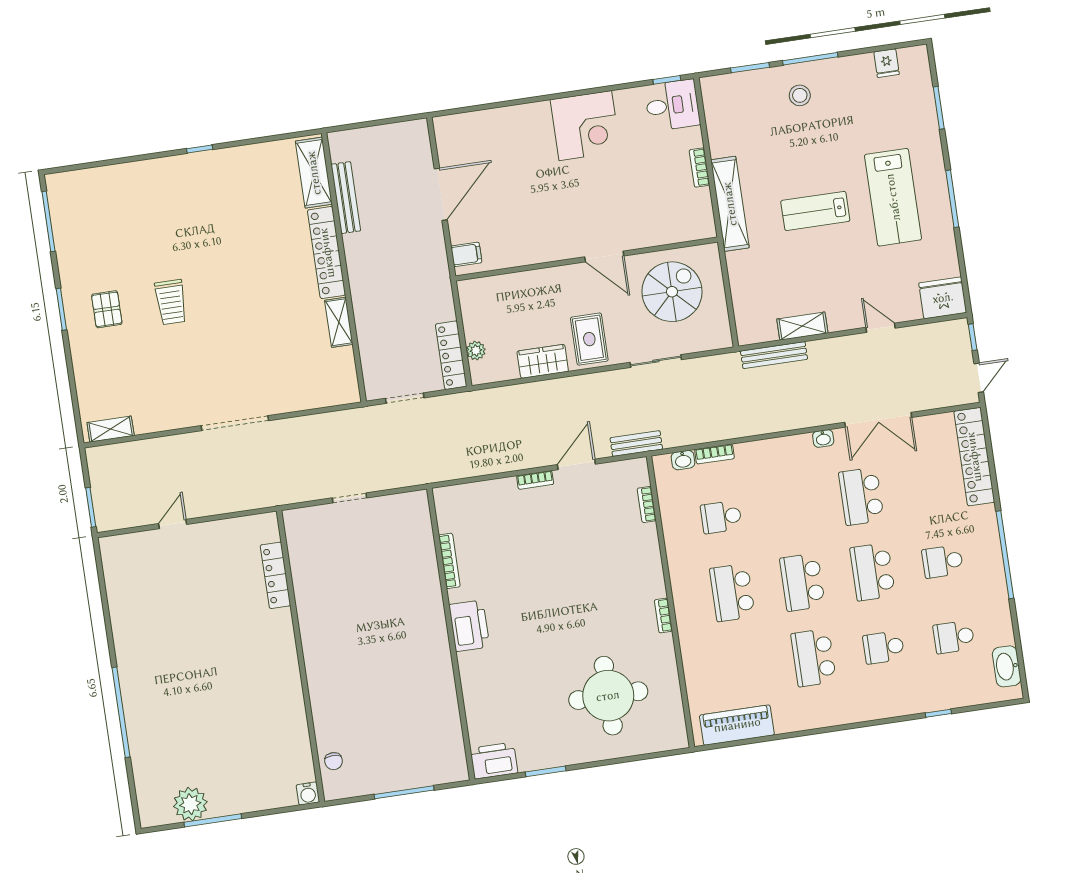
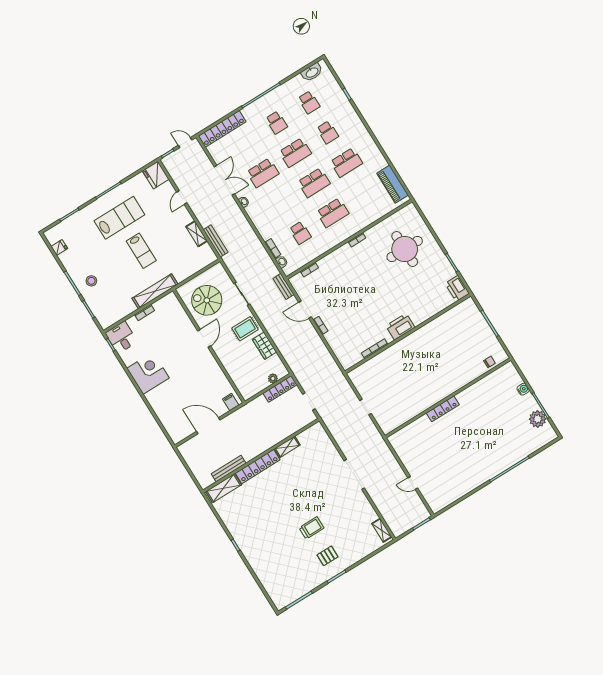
locker: (275, 575) -> (443, 409), moved
water cooler: (308, 794) -> (523, 389), moved

